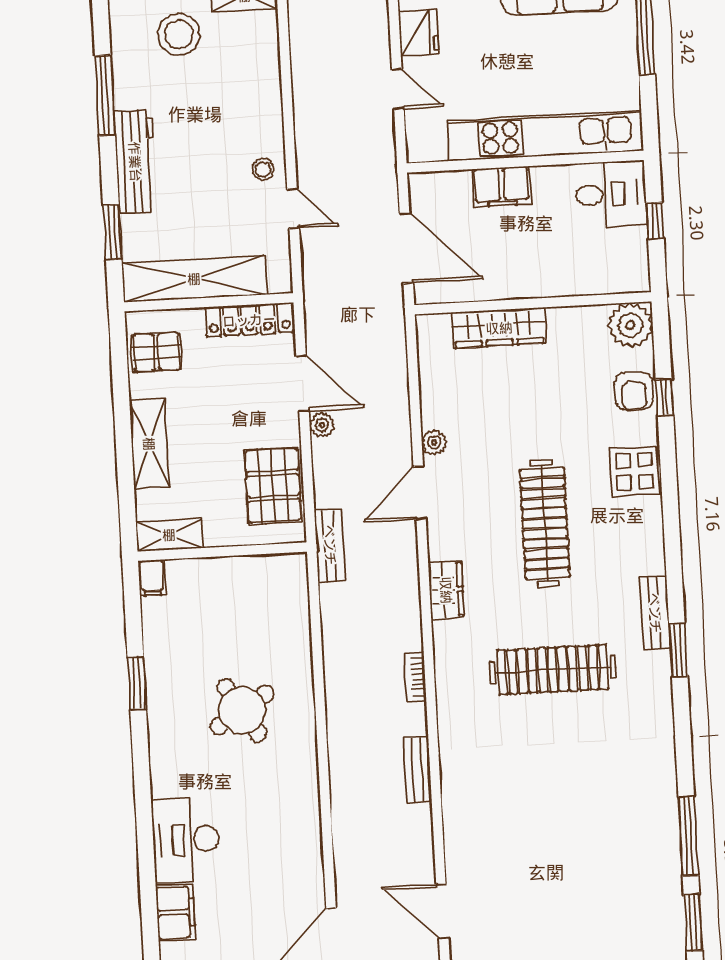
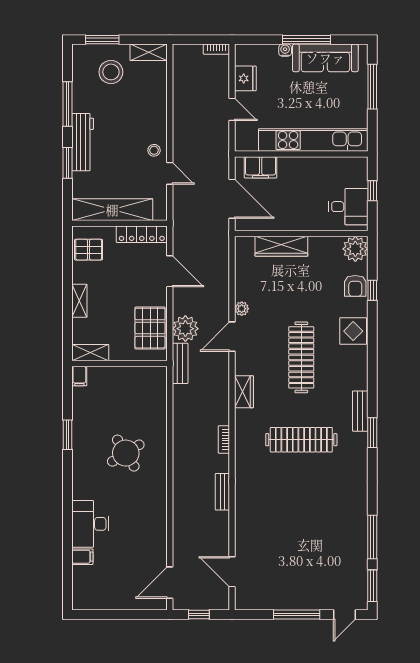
filing cabinet: (502, 187) -> (261, 167), moved
desk: (611, 194) -> (348, 207), moved
window: (112, 232) -> (68, 163), moved
plant: (322, 425) -> (185, 329), moved, width x1.88, depth x1.88
shelving: (149, 444) -> (79, 301), width x0.67, depth x0.75
filing cabinet: (176, 913) -> (82, 557), width x0.50

